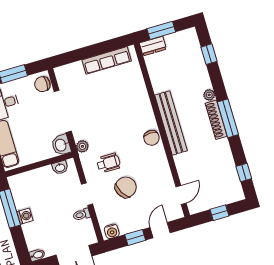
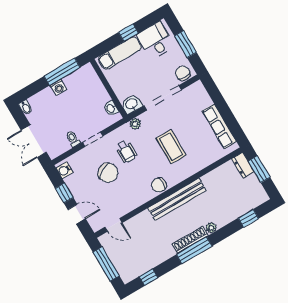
coffee table: (115, 115) -> (171, 147), added
window: (219, 213) -> (106, 264), width x2.17

